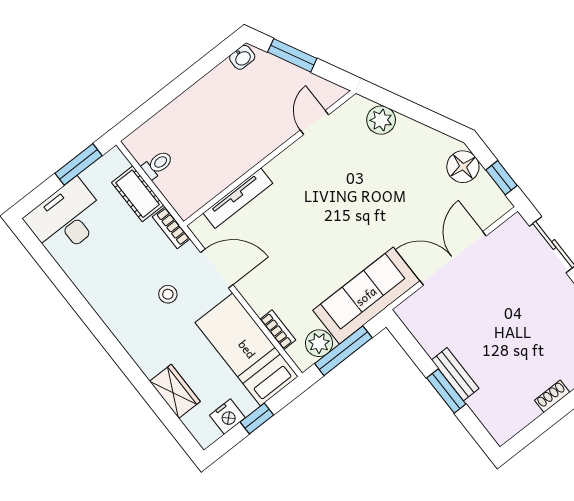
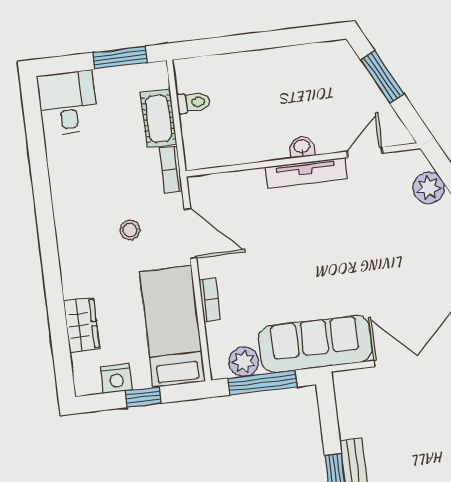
washbasin: (242, 57) -> (302, 147), moved, turned 180
tv unit: (238, 198) -> (306, 173), moved
desk: (66, 218) -> (68, 103), width x0.73
bookcase: (278, 330) -> (210, 299), moved

